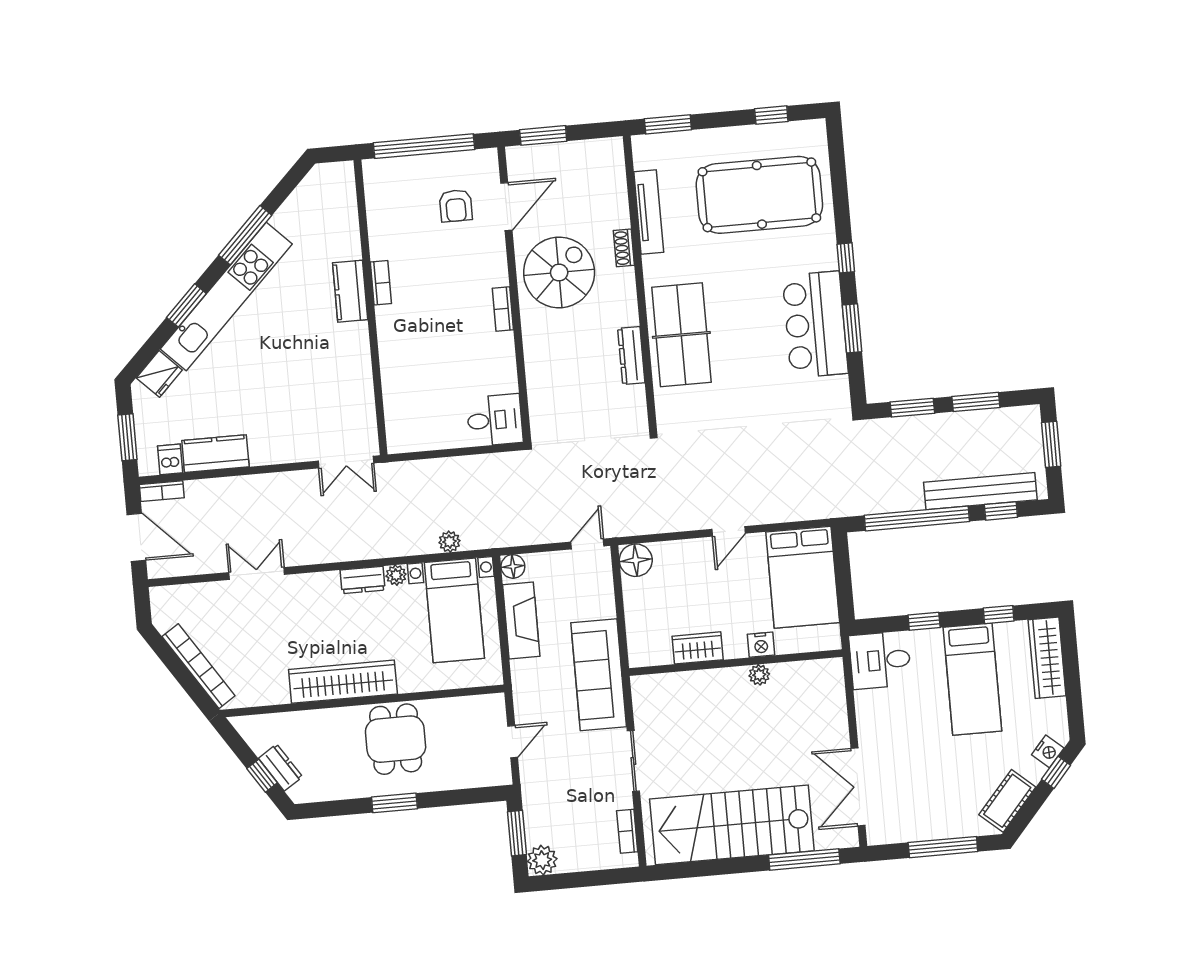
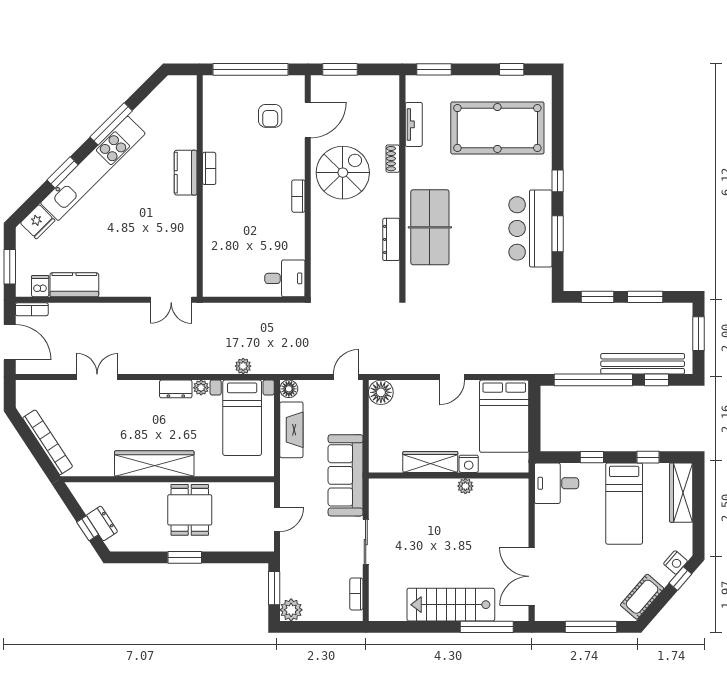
tv unit: (649, 212) -> (414, 124), width x0.71
wardrobe: (698, 648) -> (430, 462), width x1.50
stairs: (732, 825) -> (451, 605), width x0.73, depth x0.66

